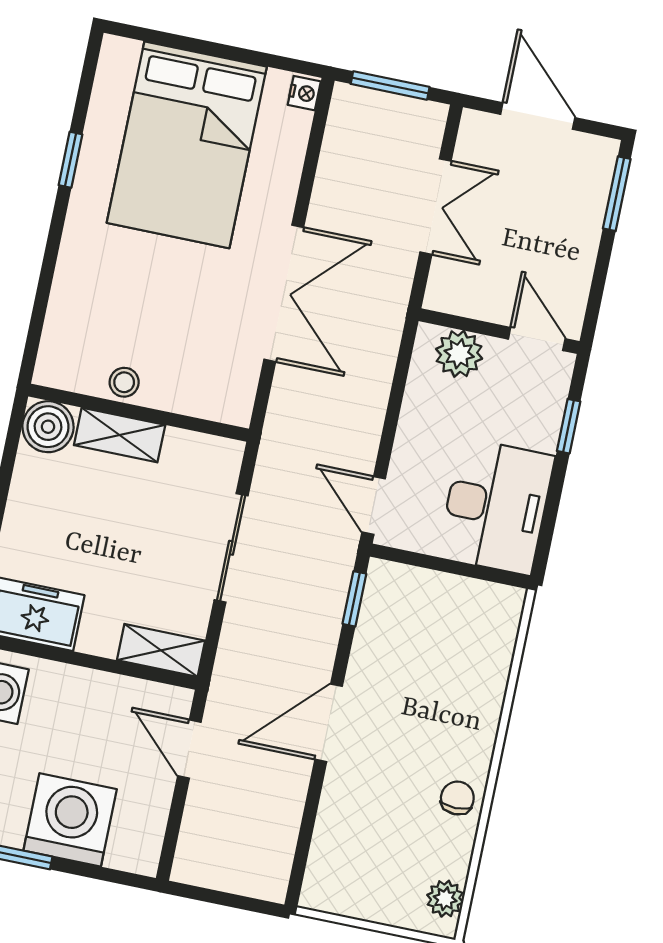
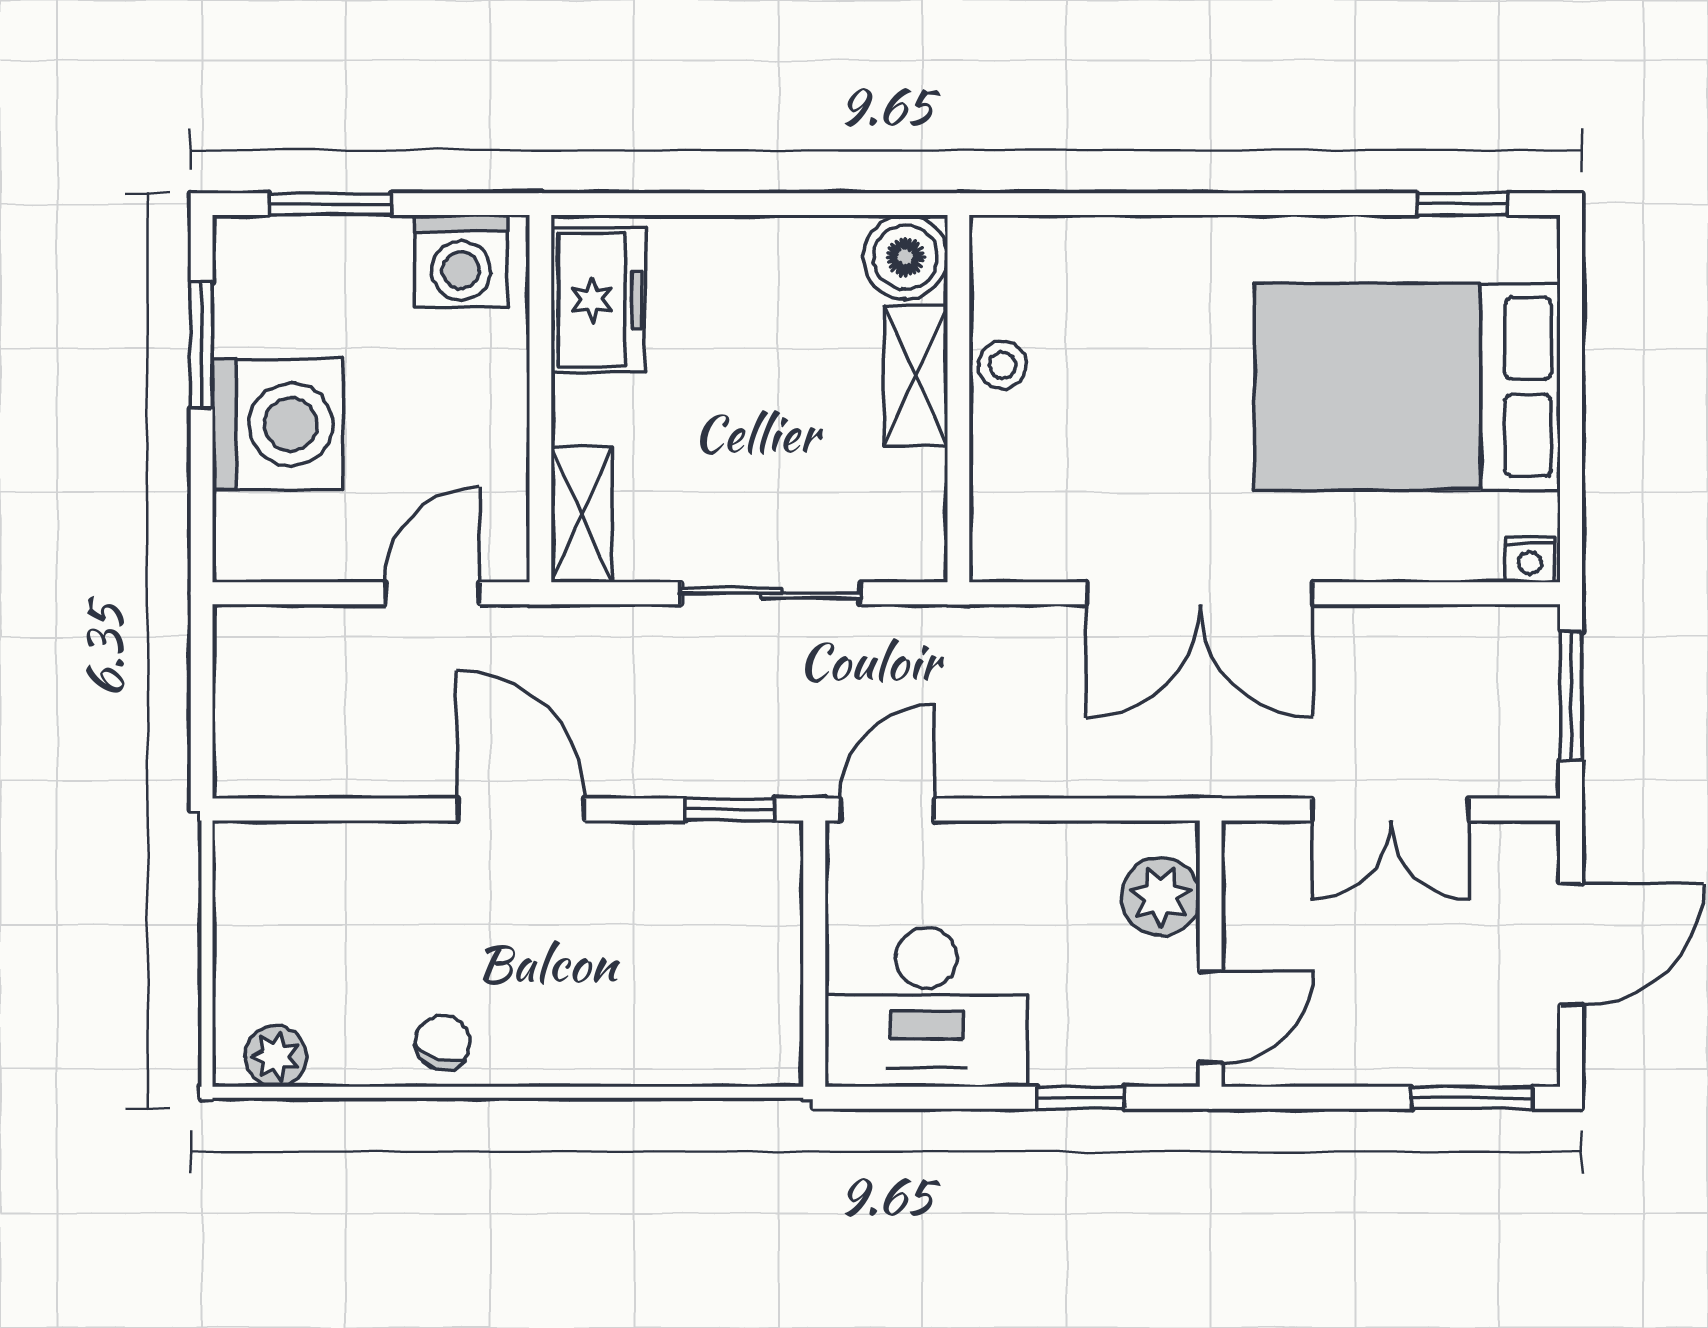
window: (70, 160) -> (1462, 204), moved
chair: (457, 798) -> (443, 1042), turned -74

